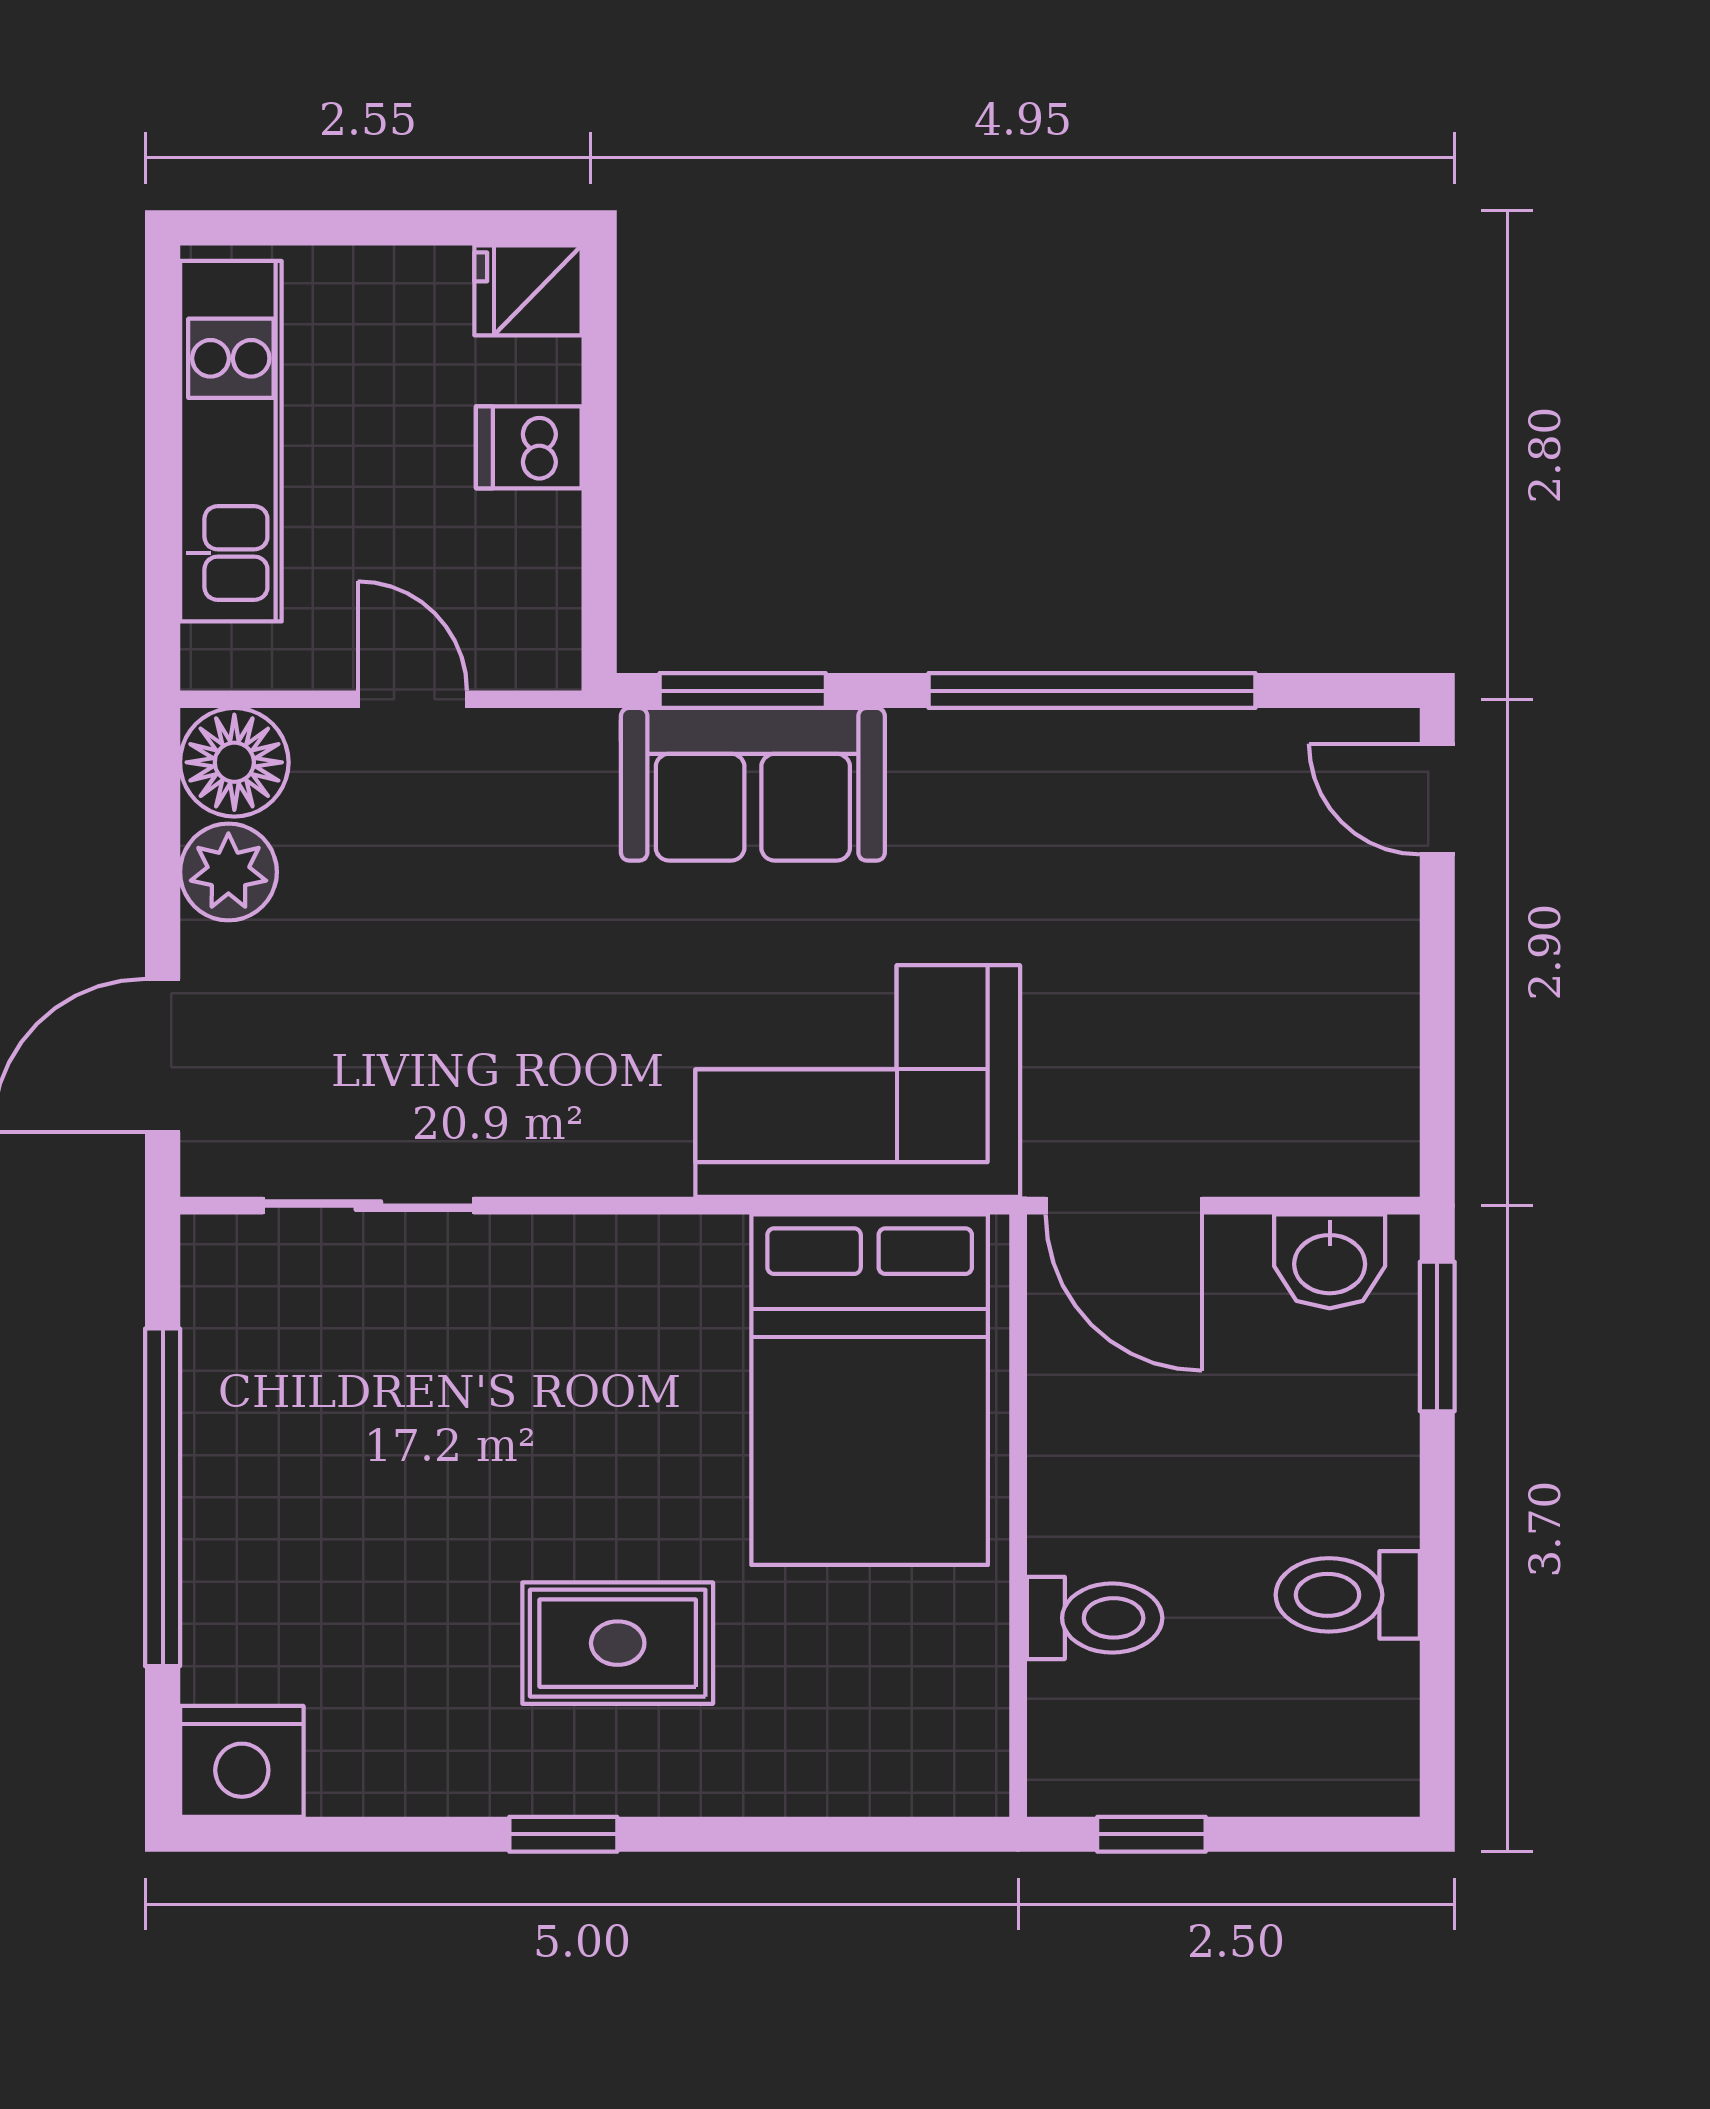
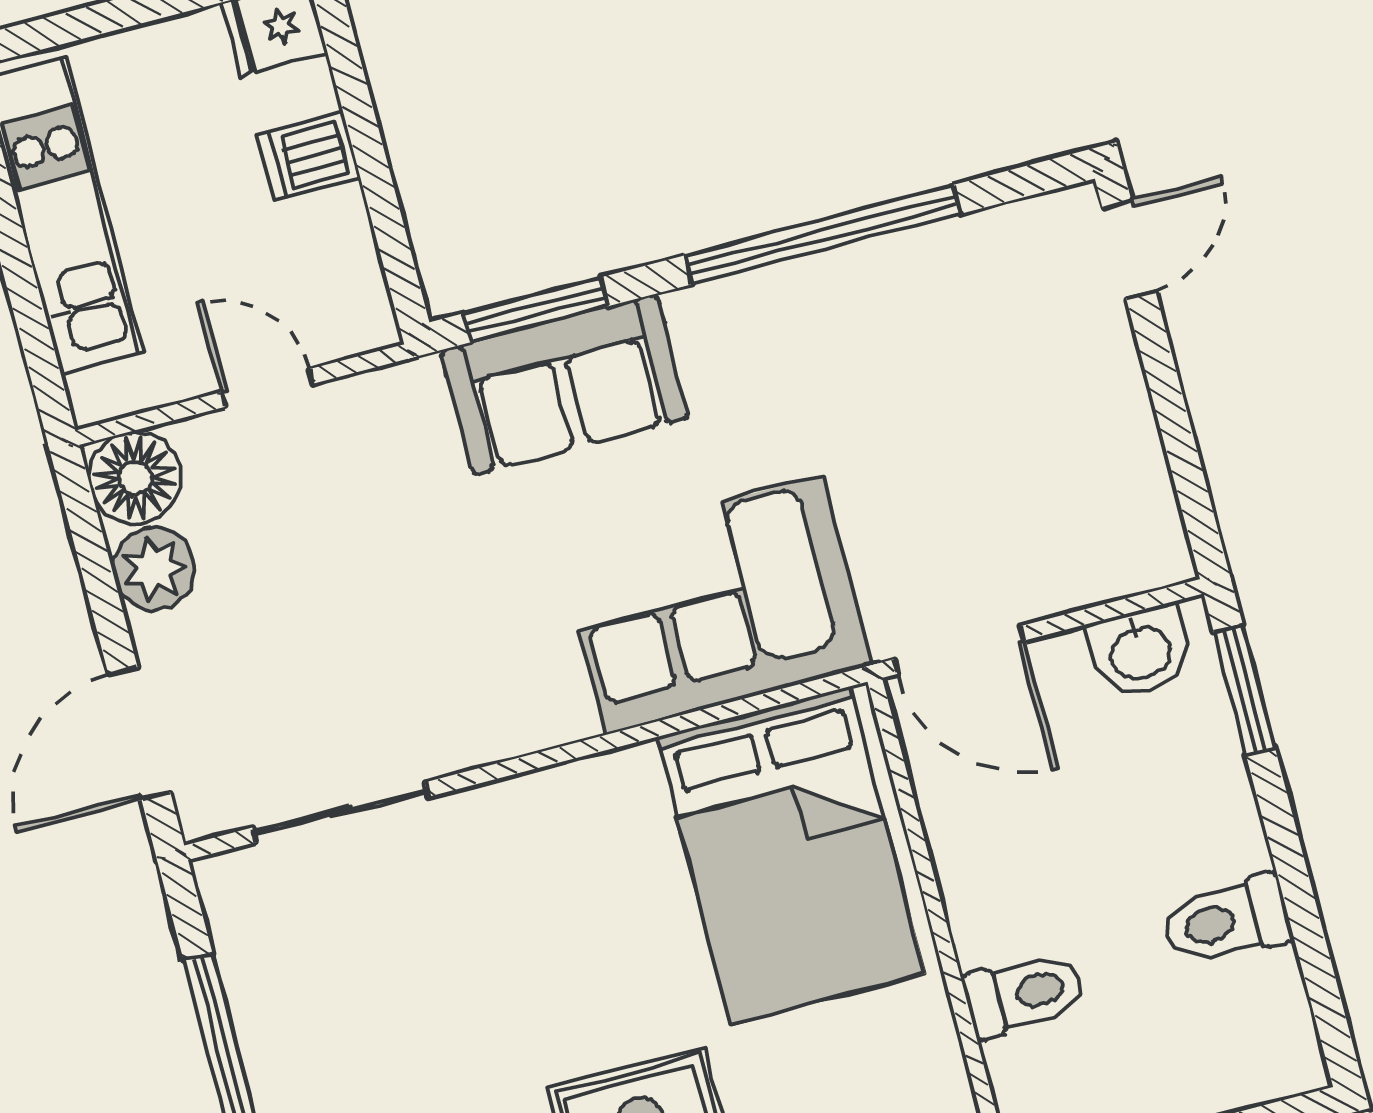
door: (1437, 799) -> (1129, 249), swing flipped

